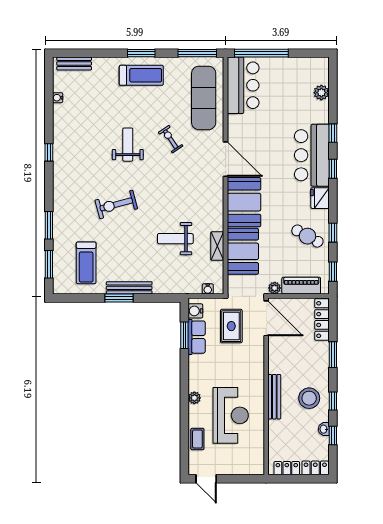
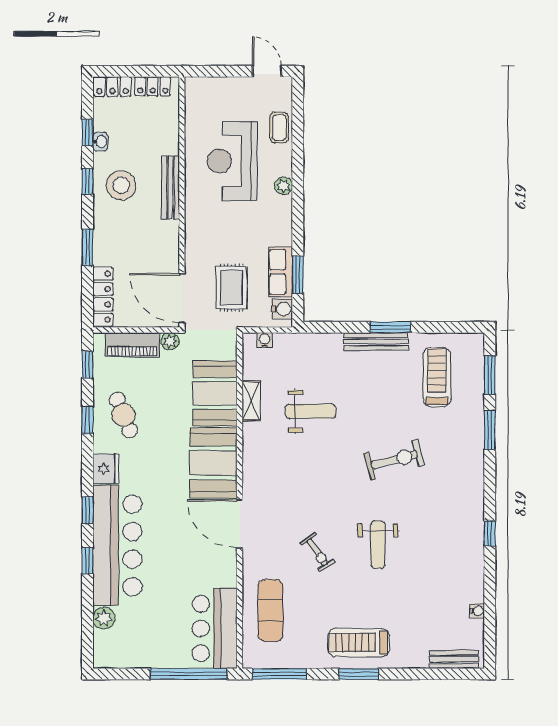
exercise mat: (204, 98) -> (270, 611), width x0.73, depth x0.69
bar counter: (312, 155) -> (117, 545), width x1.36
cafe table: (307, 236) -> (123, 415), turned 39

